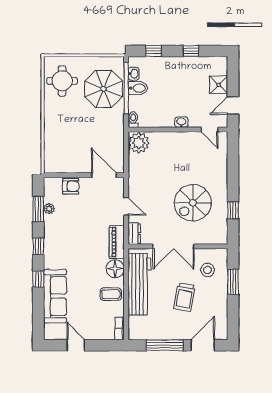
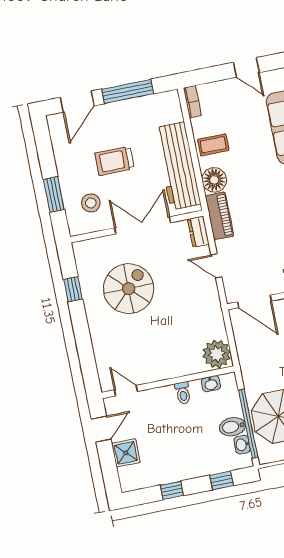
toilet: (133, 120) -> (183, 393), moved
washbasin: (181, 122) -> (211, 384), moved
trolley: (184, 297) -> (114, 161), turned -100

